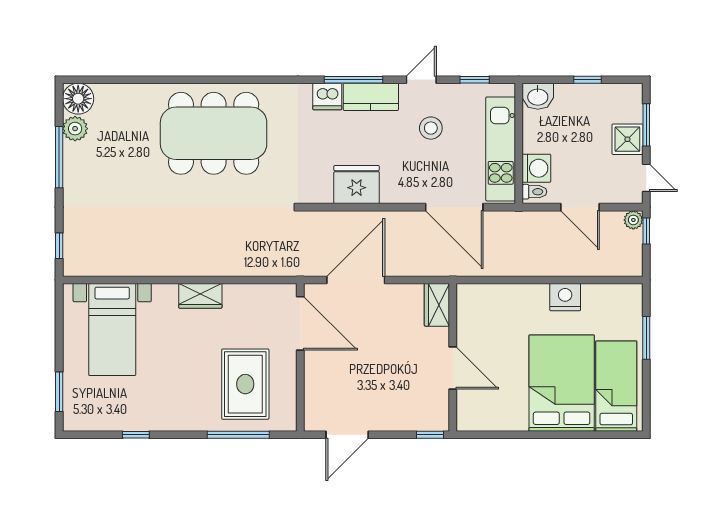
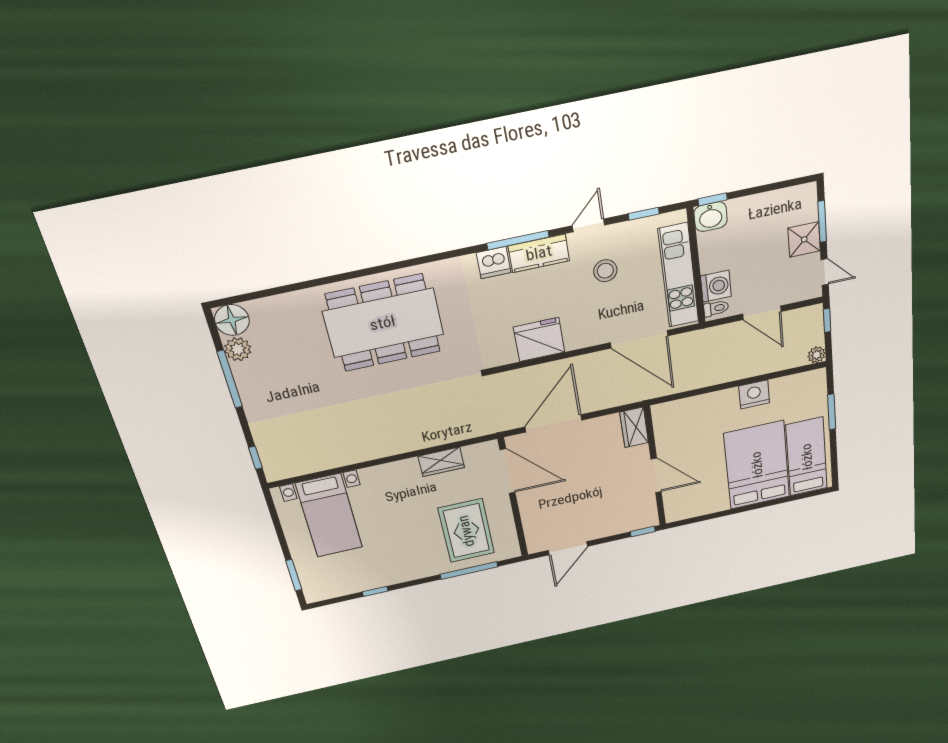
window: (588, 80) -> (713, 199), moved
plant: (633, 220) -> (817, 355), moved
wardrobe: (200, 296) -> (441, 462), moved

